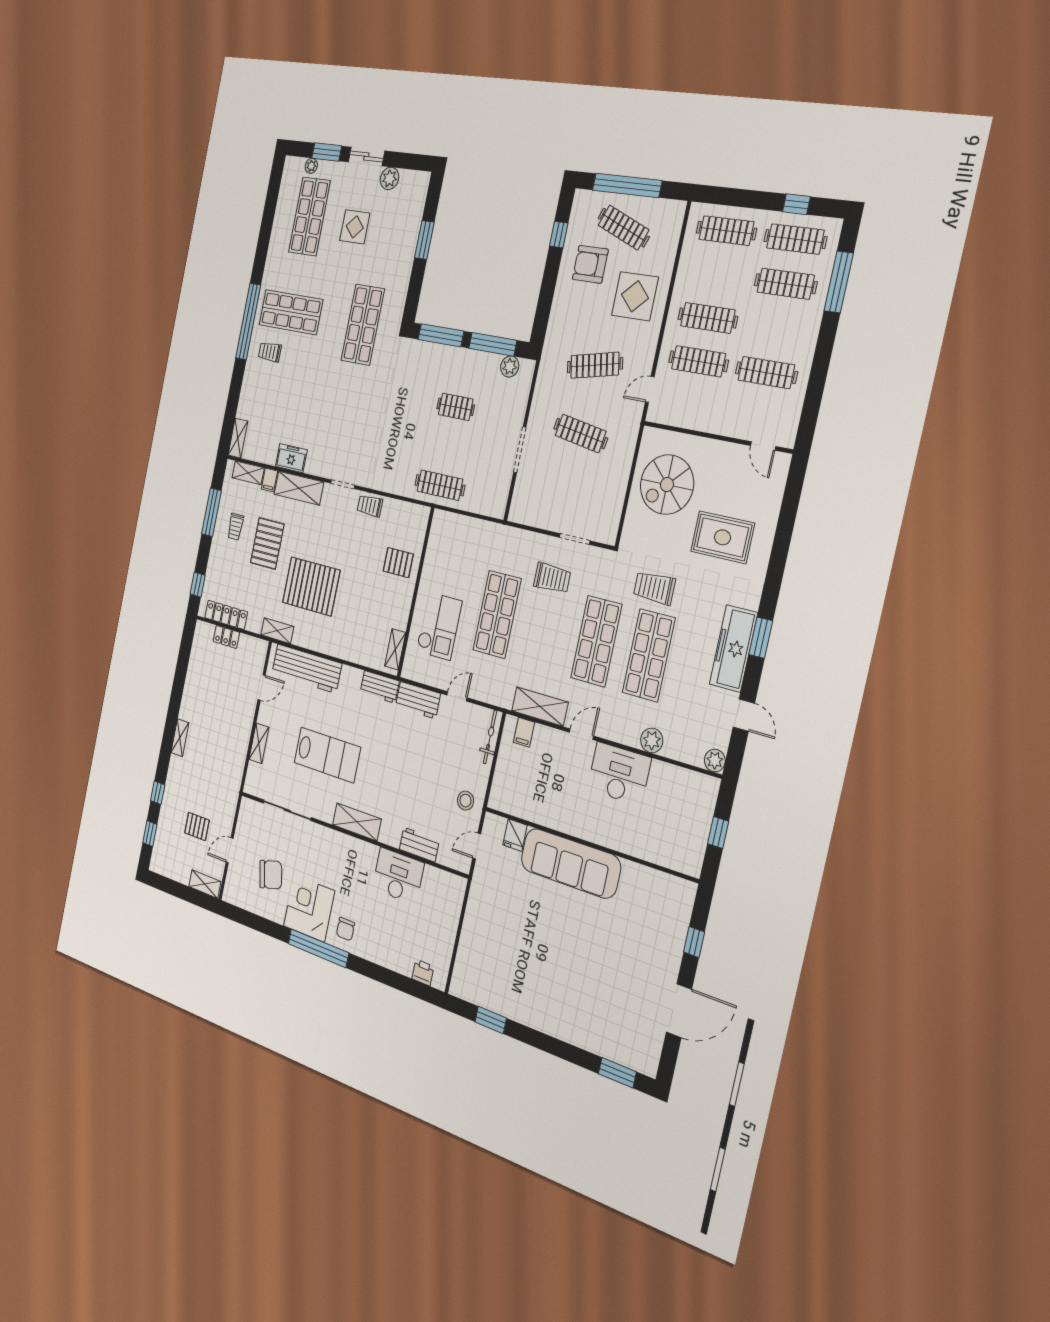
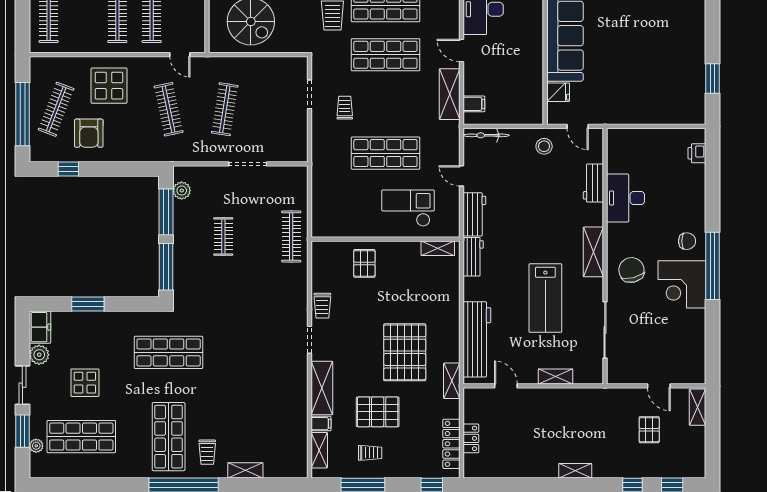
shelving: (238, 438) -> (245, 470), moved
freezer: (291, 458) -> (40, 327), moved, turned 180
trolley: (552, 578) -> (345, 108), width x0.73, depth x0.72
lab bench: (327, 755) -> (545, 298), turned 180
chair: (271, 875) -> (631, 270), moved

